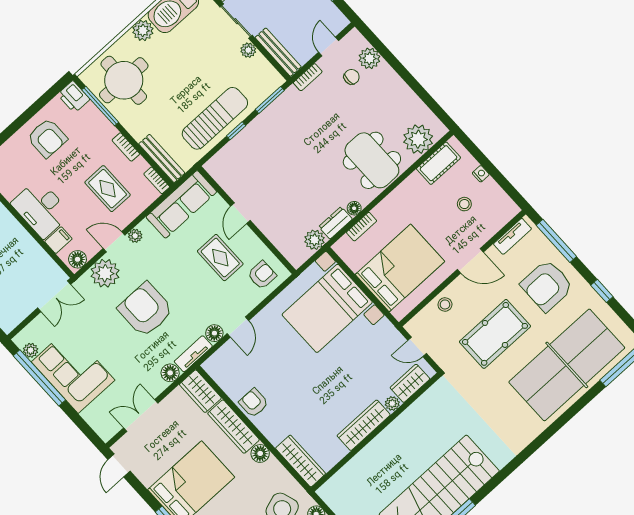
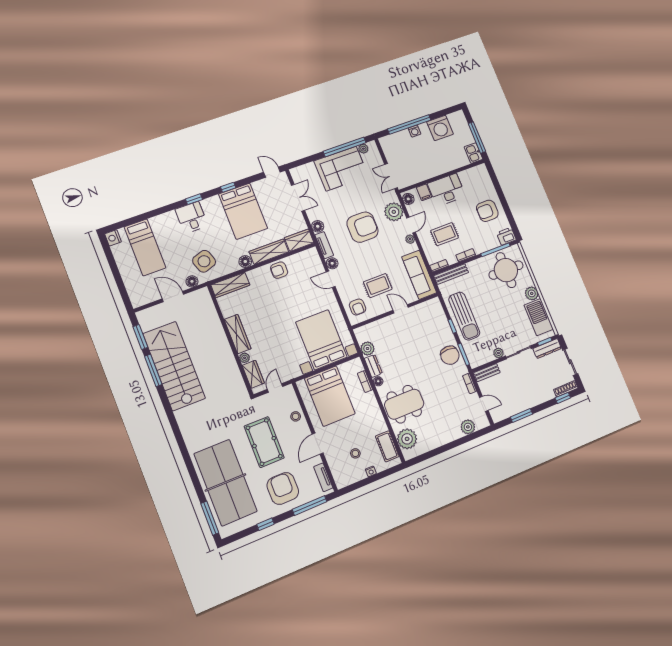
bench: (278, 52) -> (487, 373), width x0.73
chair: (352, 77) -> (450, 355), moved, width x1.87, depth x1.87
armchair: (254, 403) -> (279, 270), turned 180

